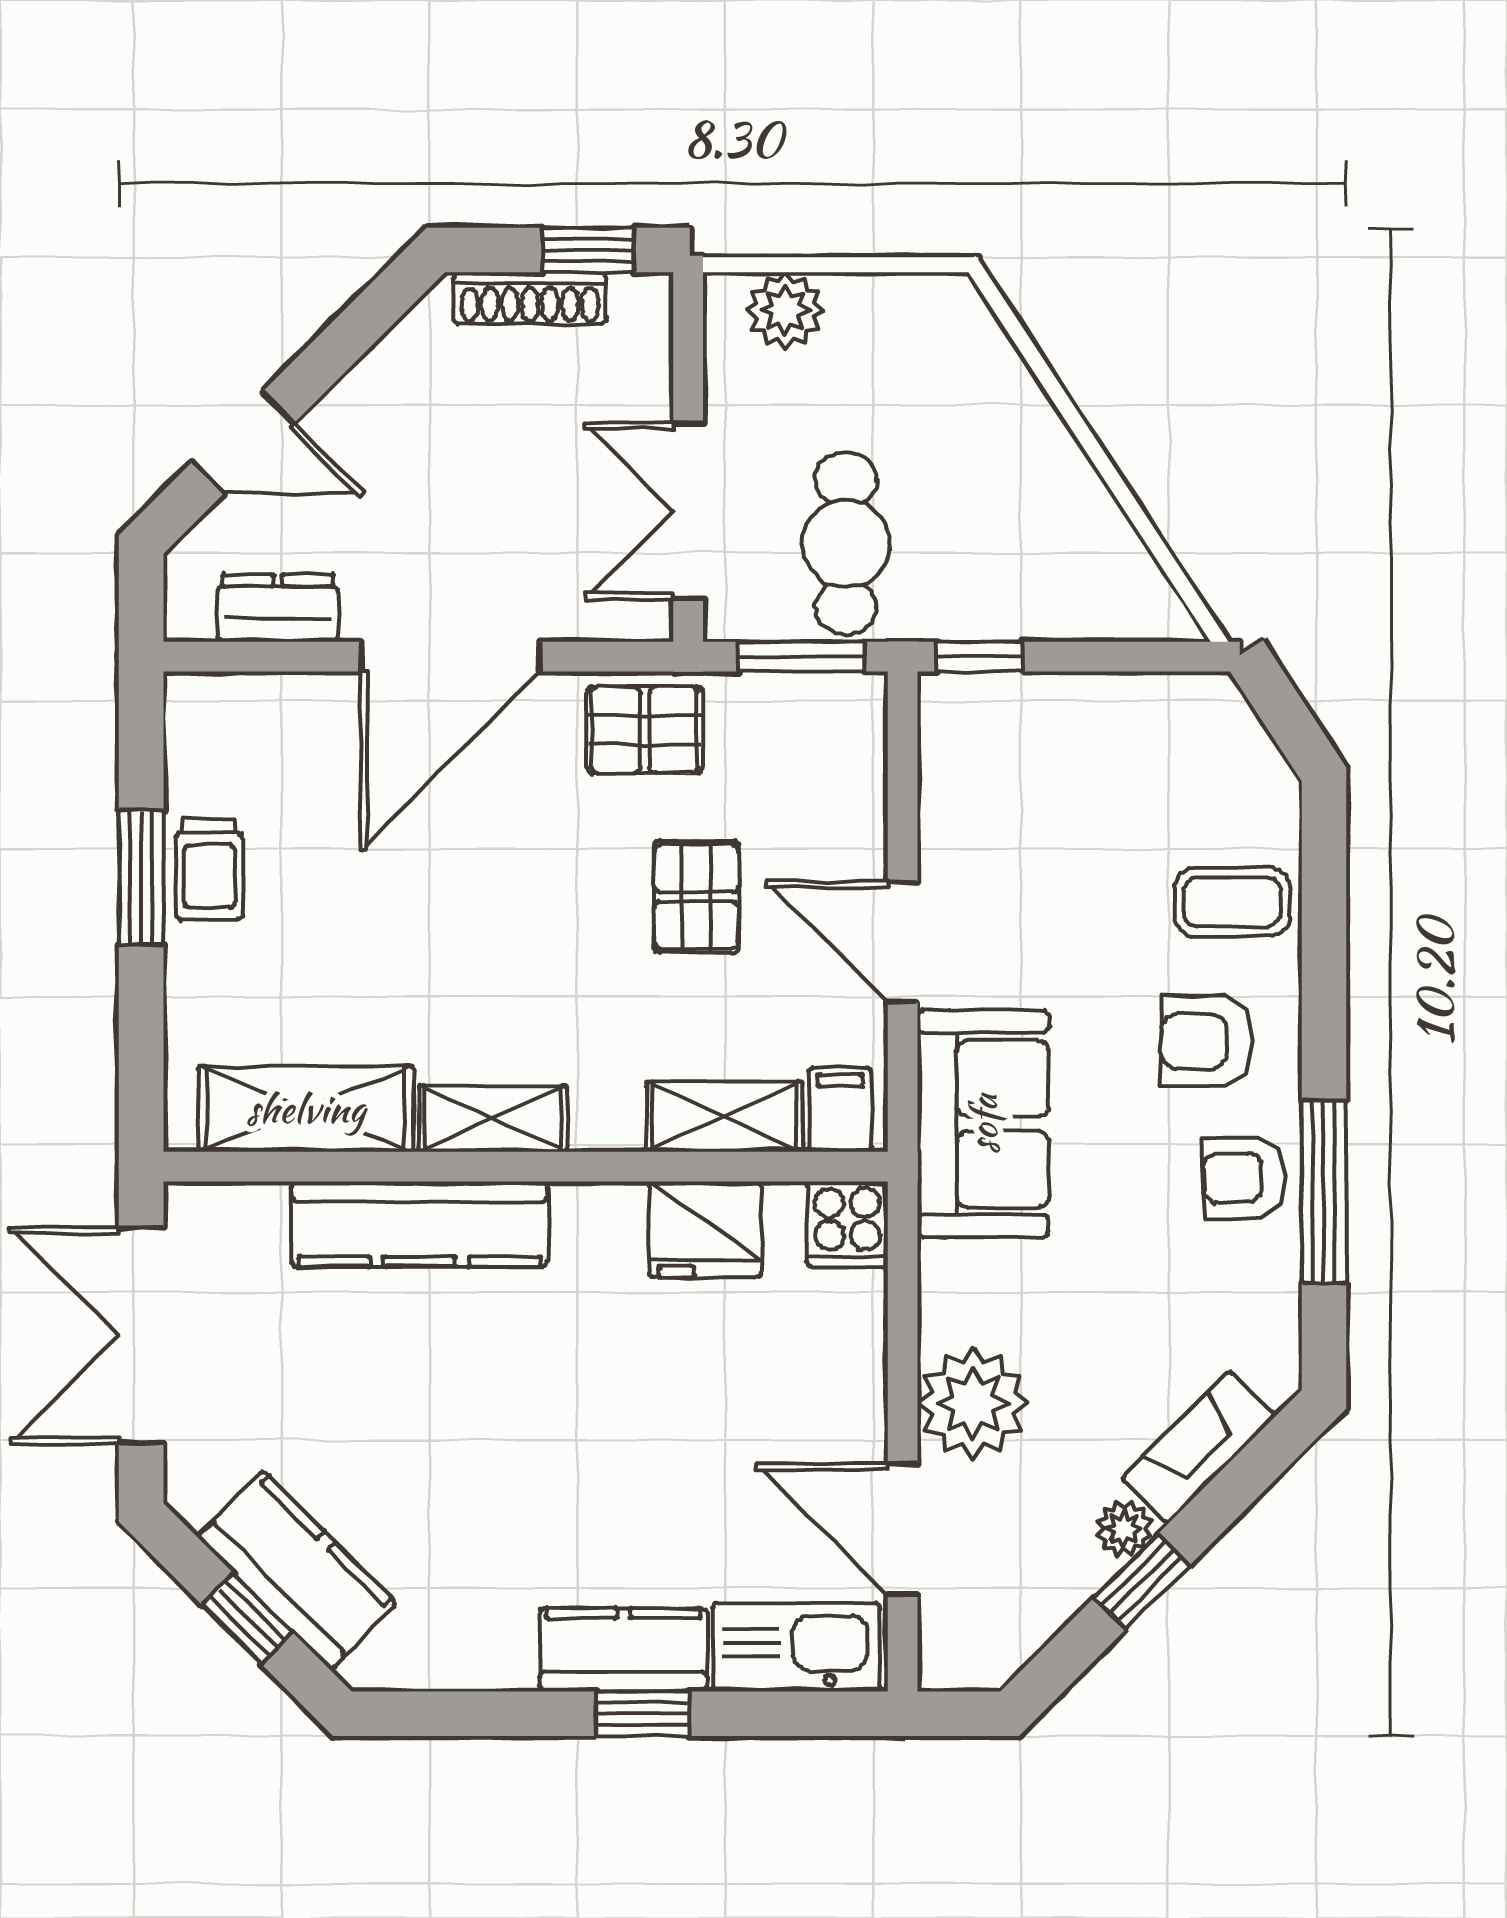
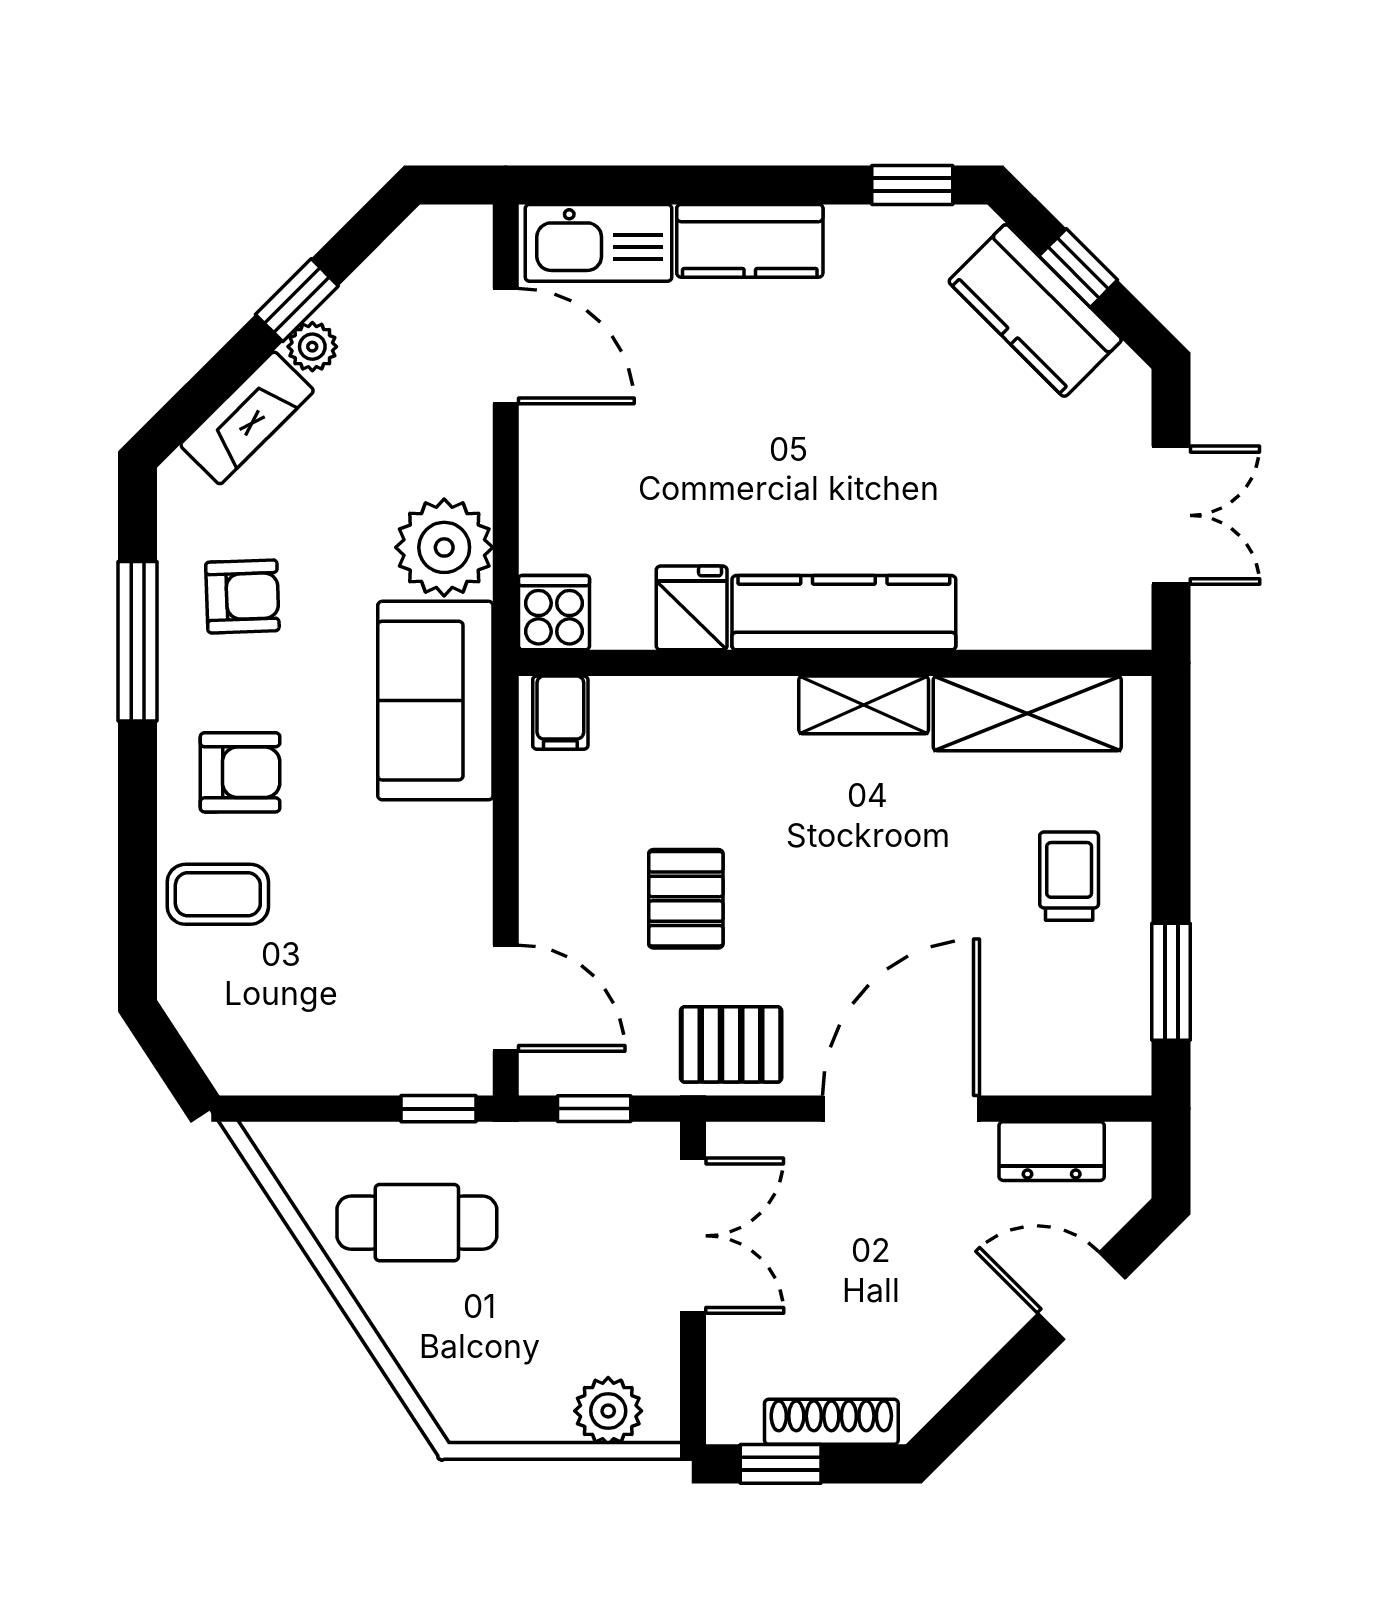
cafe table: (846, 543) -> (417, 1223), moved, turned 90
window: (801, 657) -> (594, 1109), width x0.67
trolley: (209, 869) -> (1069, 876), moved
window: (141, 878) -> (1171, 982), moved
door: (903, 942) -> (506, 998), moved
shelving: (725, 1117) -> (661, 706), removed
armchair: (1244, 1178) -> (242, 596), moved
kitchen counter: (419, 1224) -> (844, 613), moved
fridge: (705, 1230) -> (692, 608), width x0.72
double door: (141, 1336) -> (1171, 515), width x0.73
plant: (973, 1403) -> (444, 547), moved
window: (642, 1714) -> (912, 185), moved

